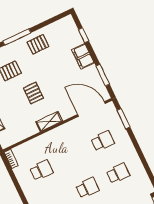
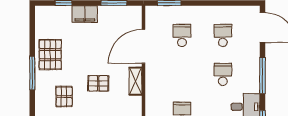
pallet: (38, 44) -> (50, 55), width x1.50, depth x1.42
door: (91, 109) -> (143, 46), moved

